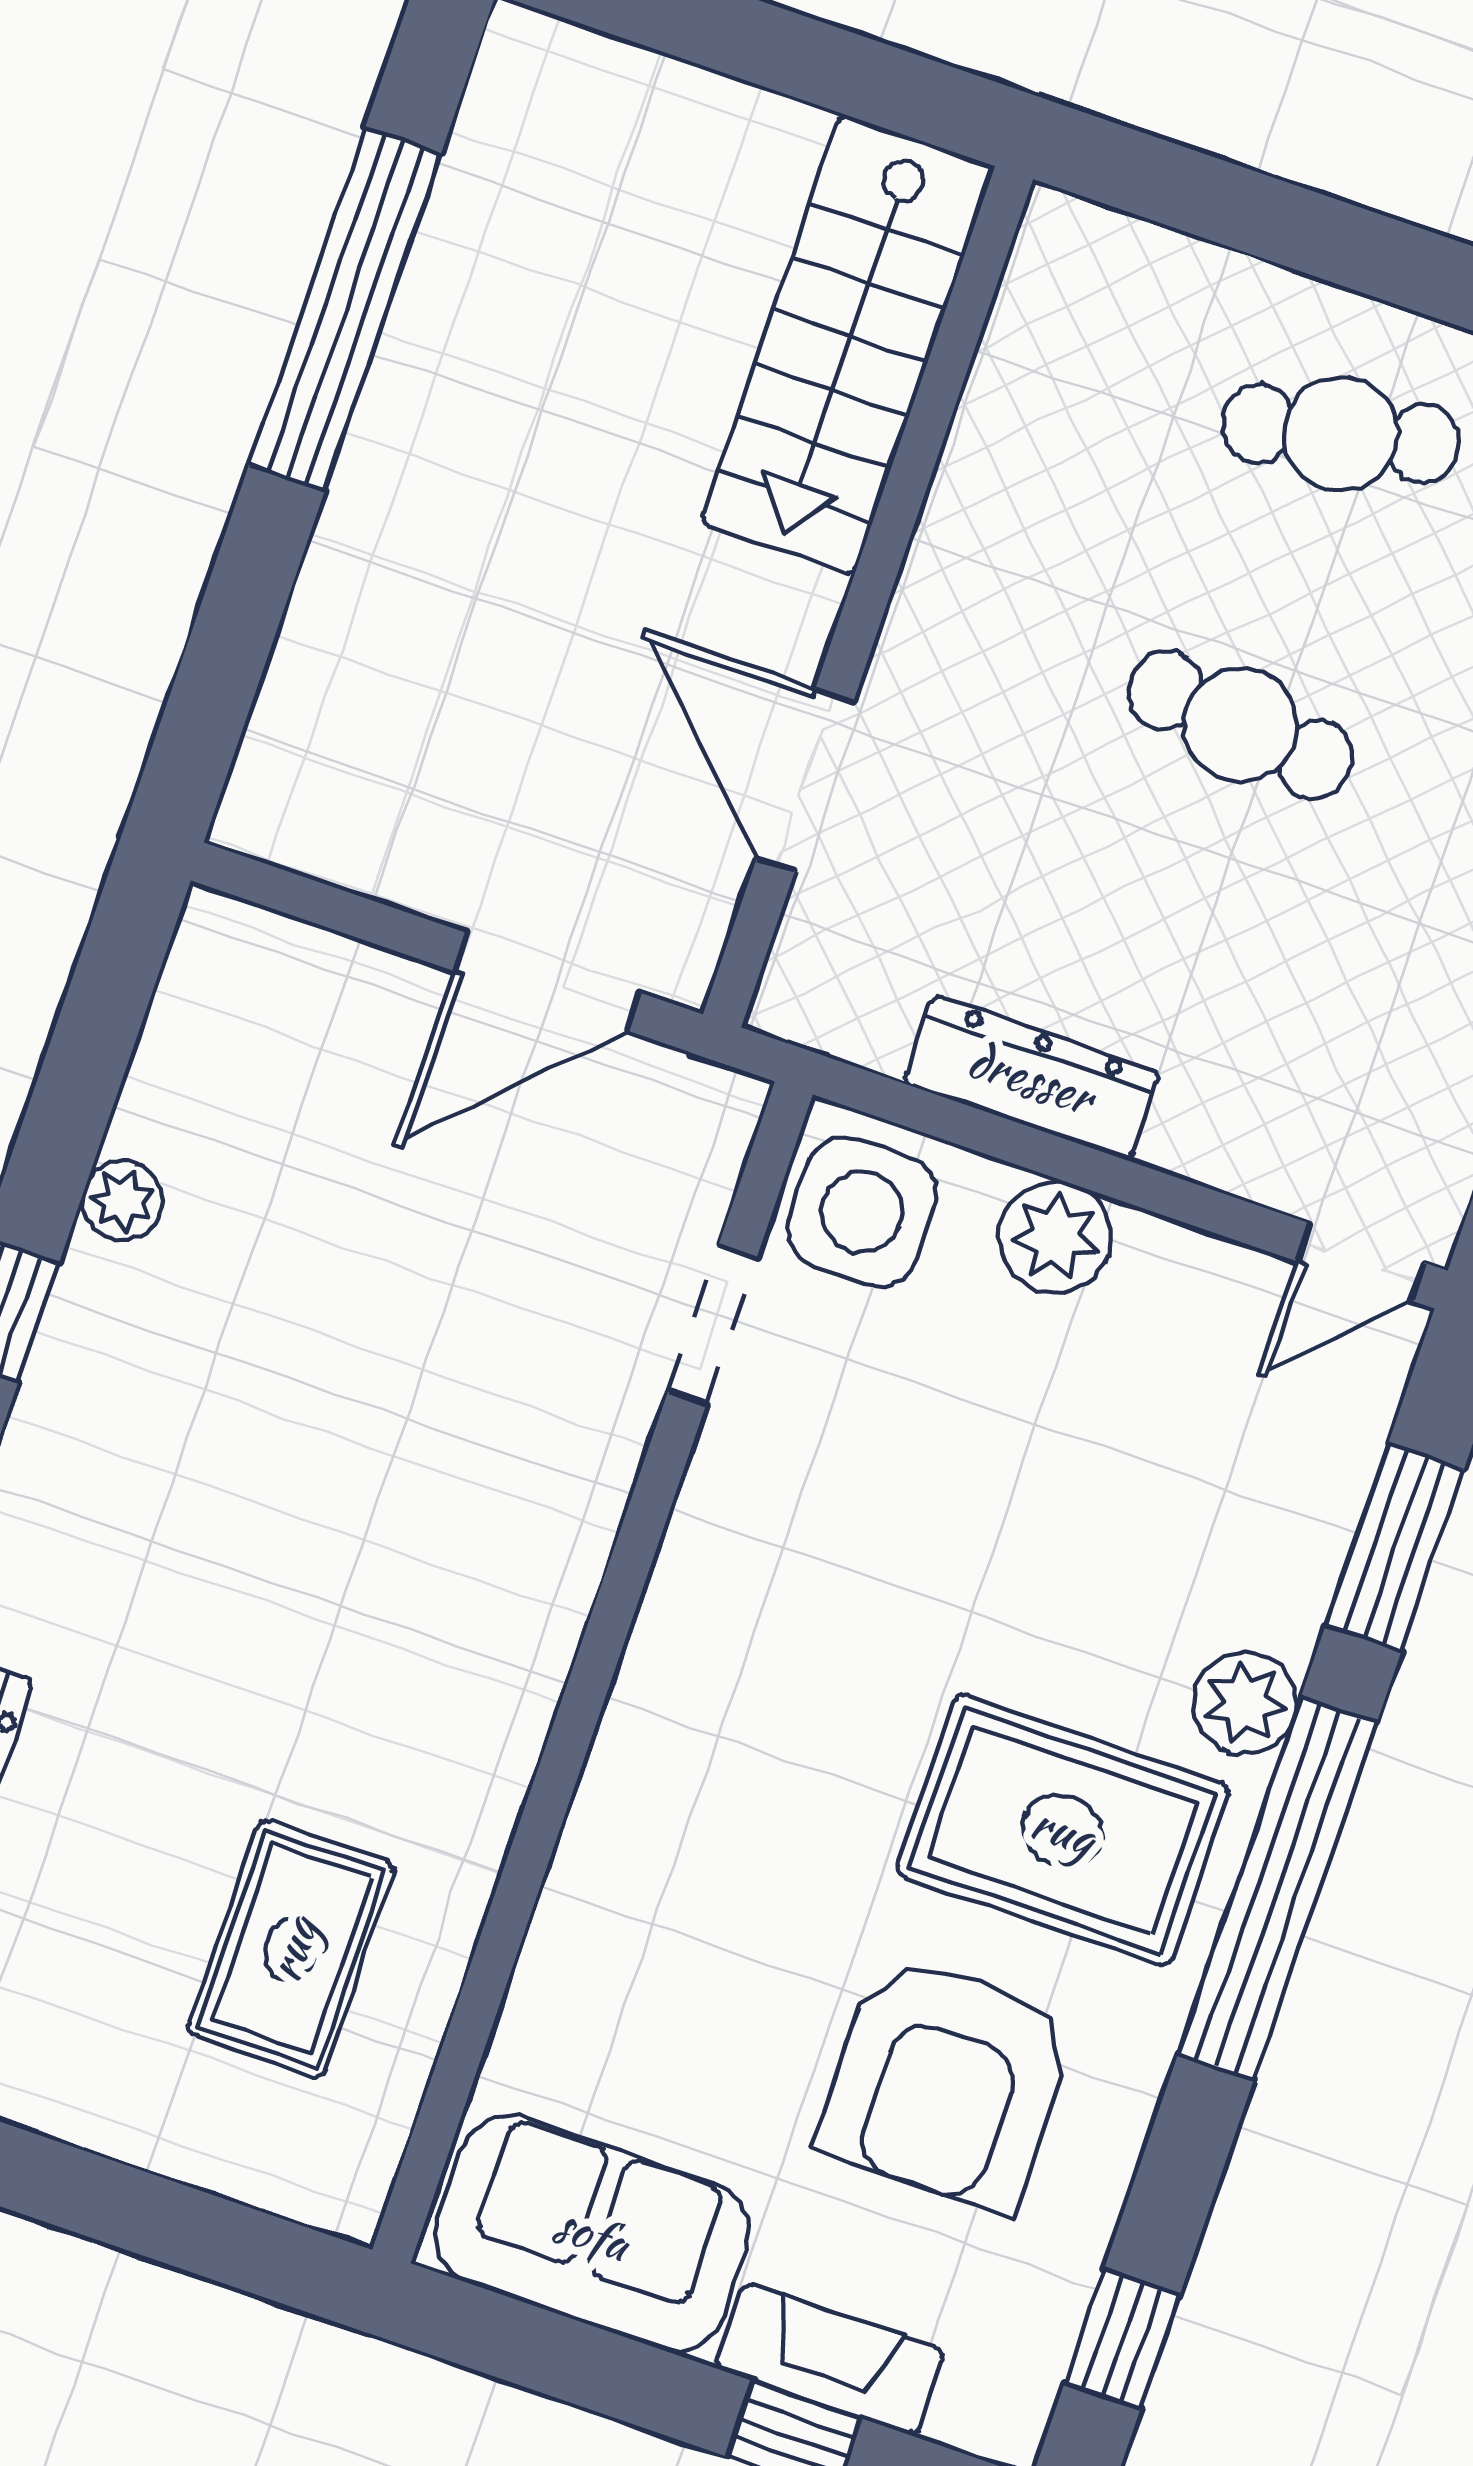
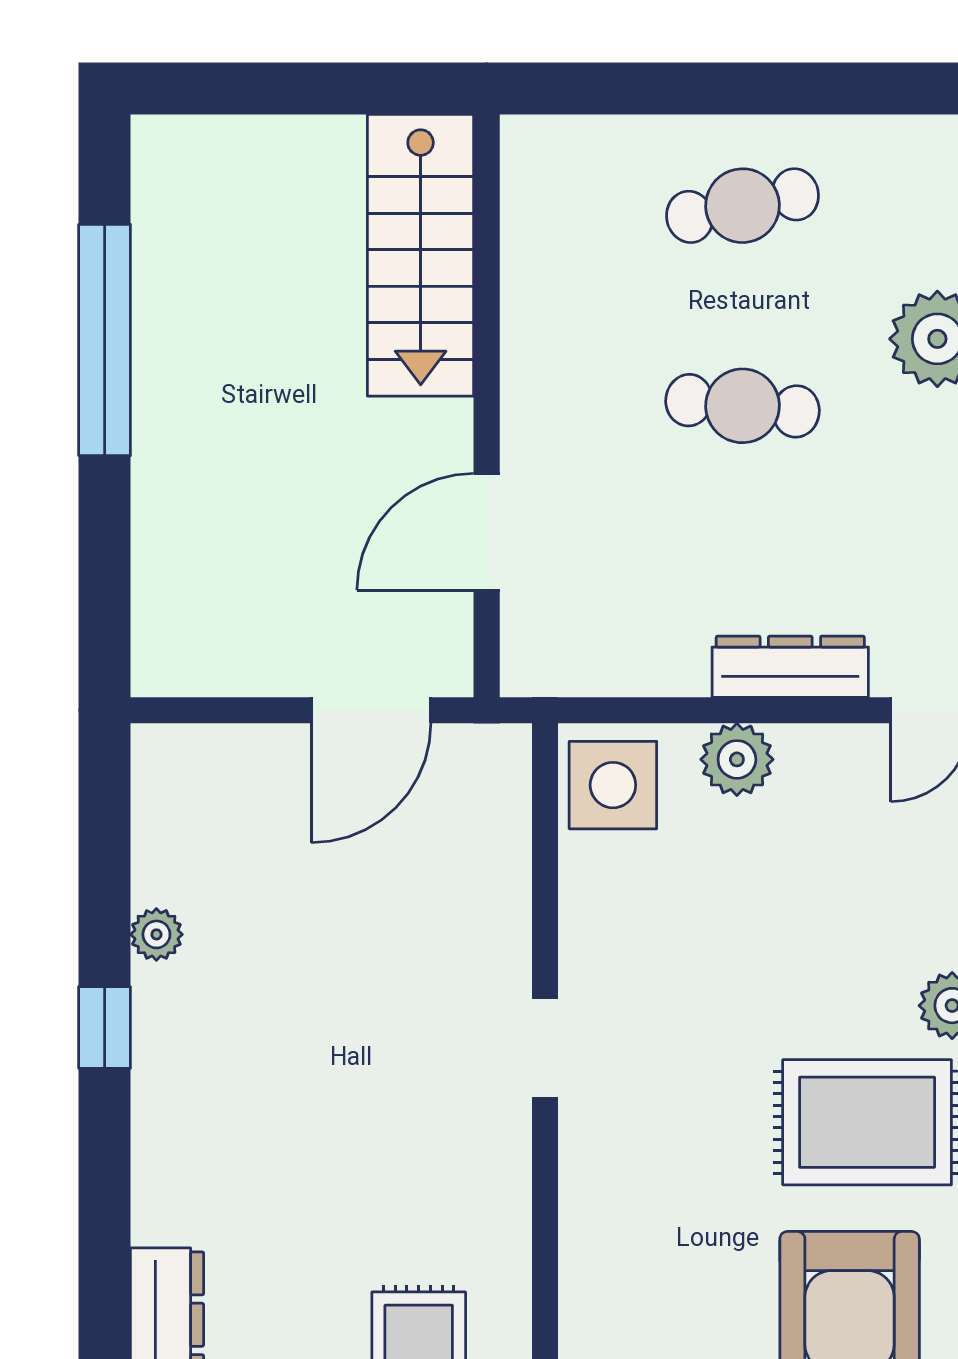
door: (805, 780) -> (487, 532), hinge flipped
dresser: (1031, 1078) -> (790, 667), moved
doorway: (712, 1325) -> (545, 1048), moved

